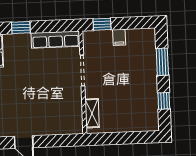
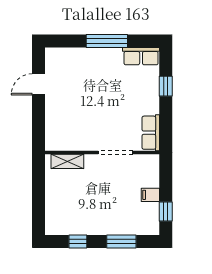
window: (102, 24) -> (166, 212), moved
row of seats: (55, 40) -> (151, 133), width x0.68

